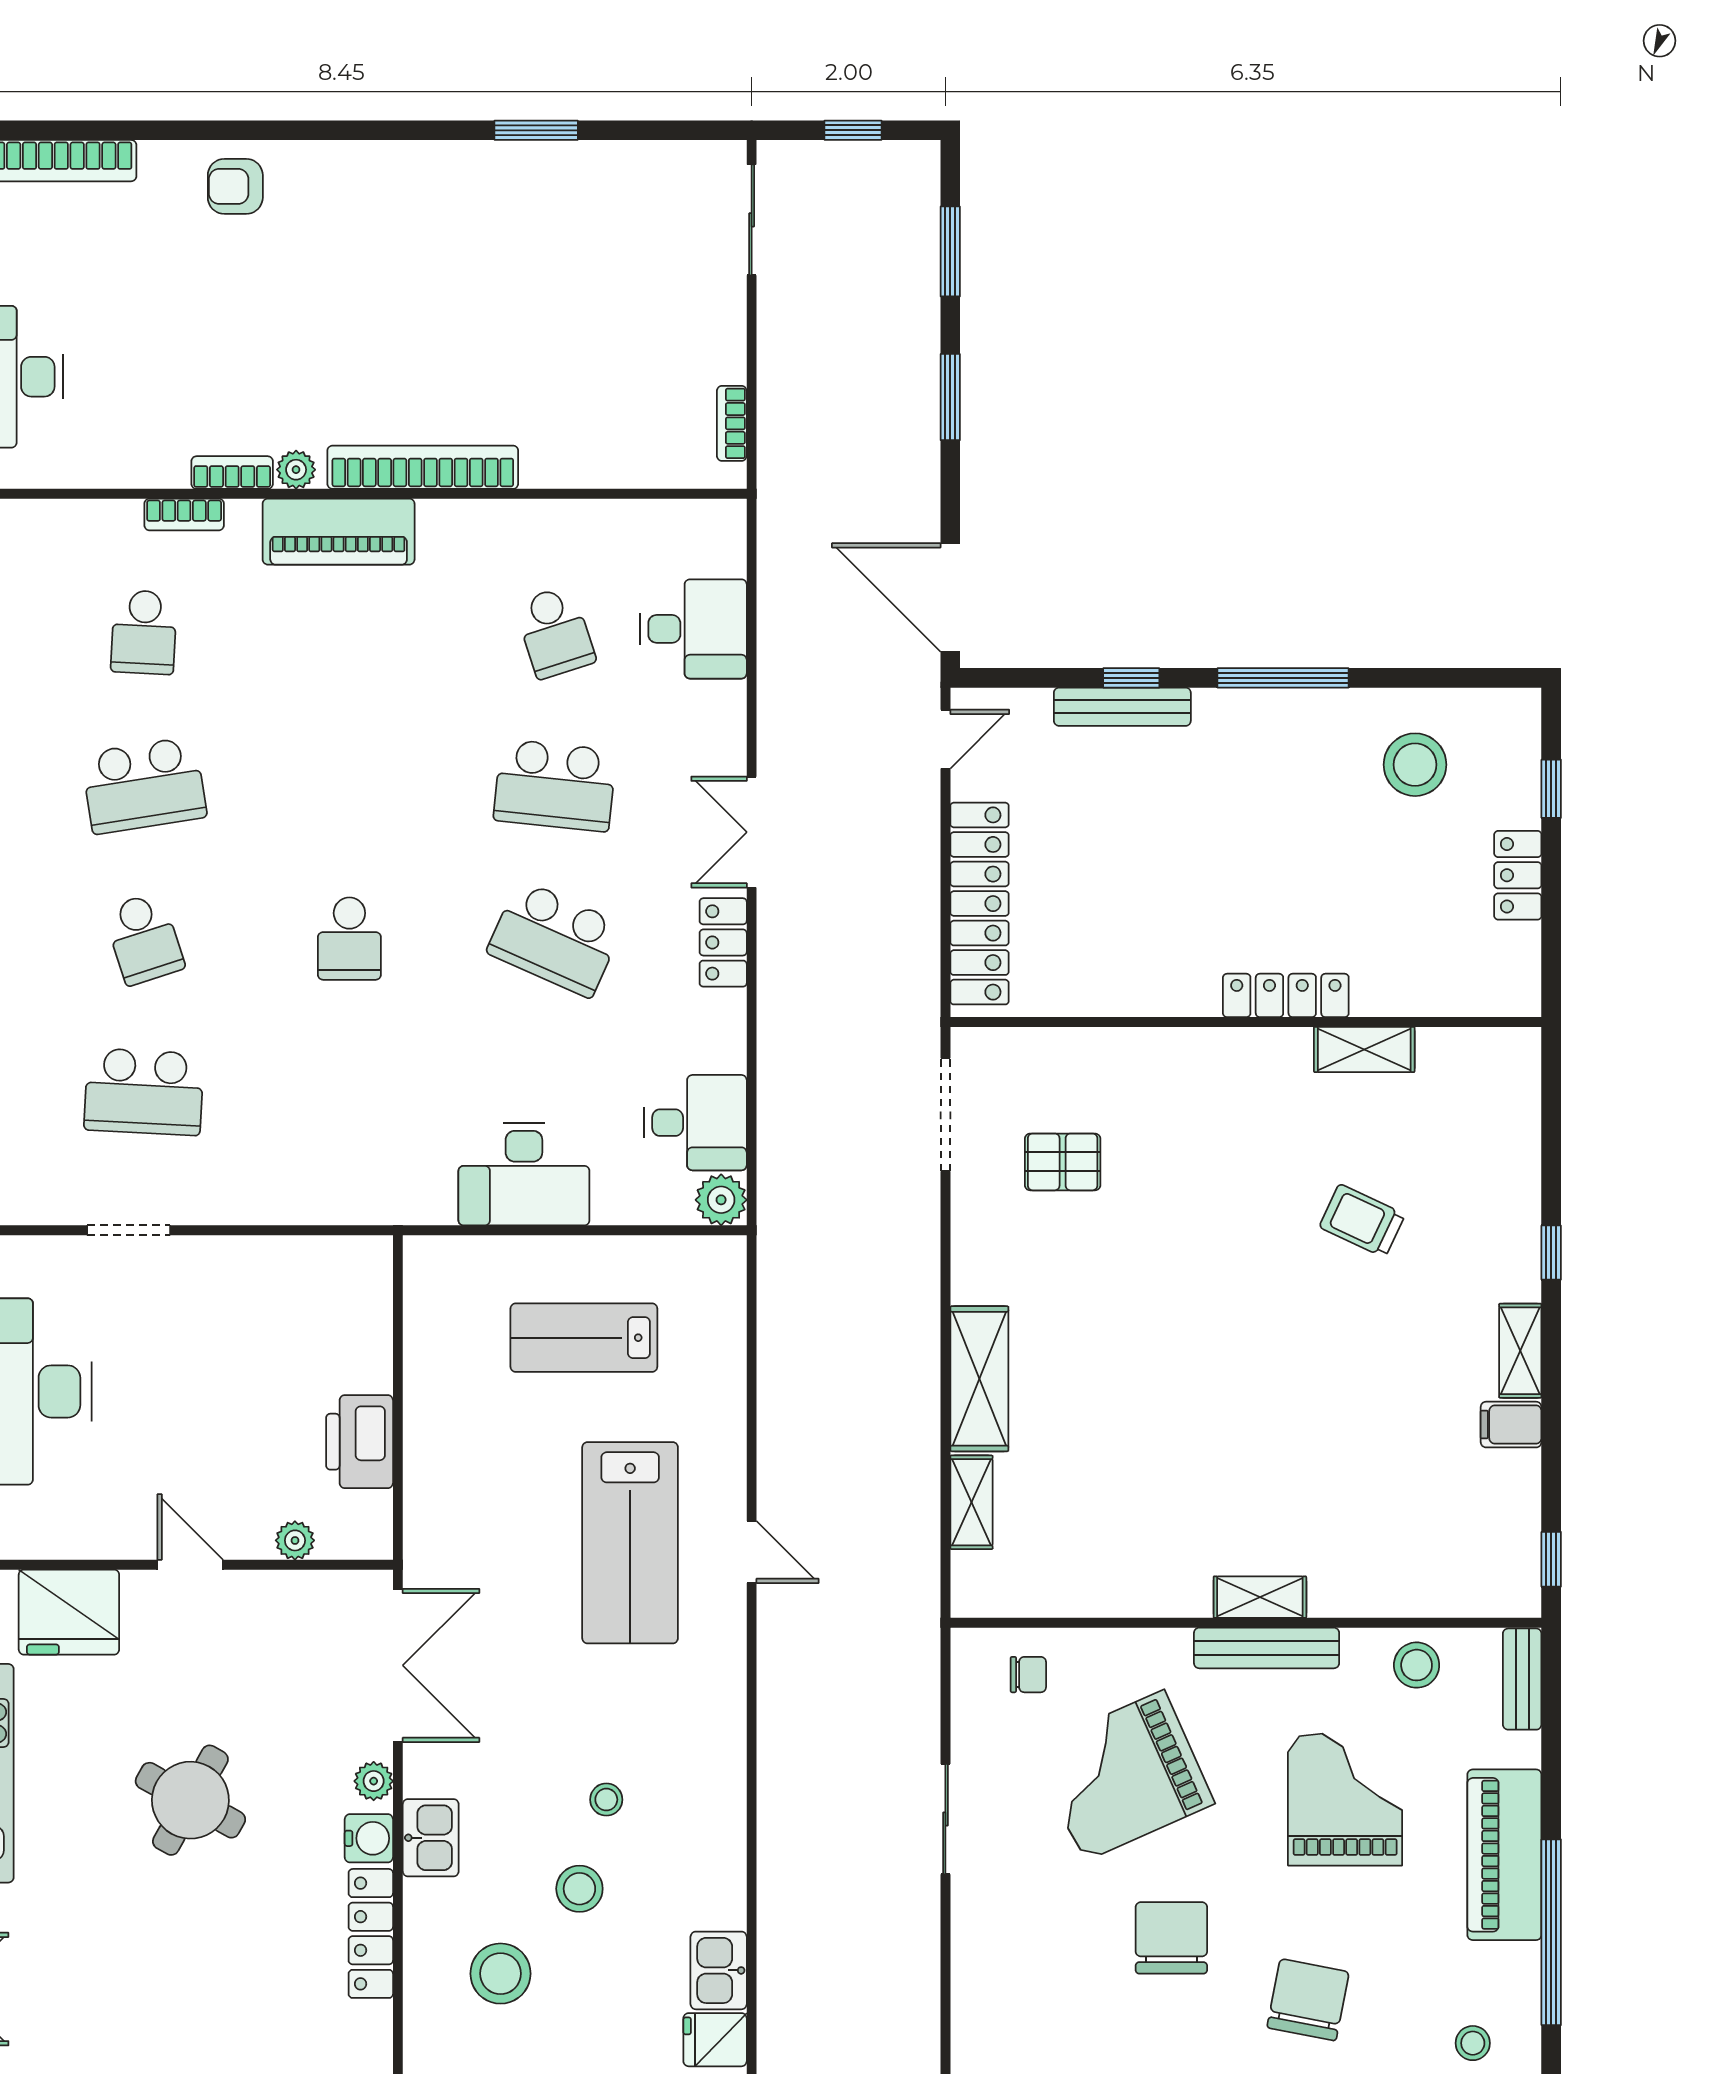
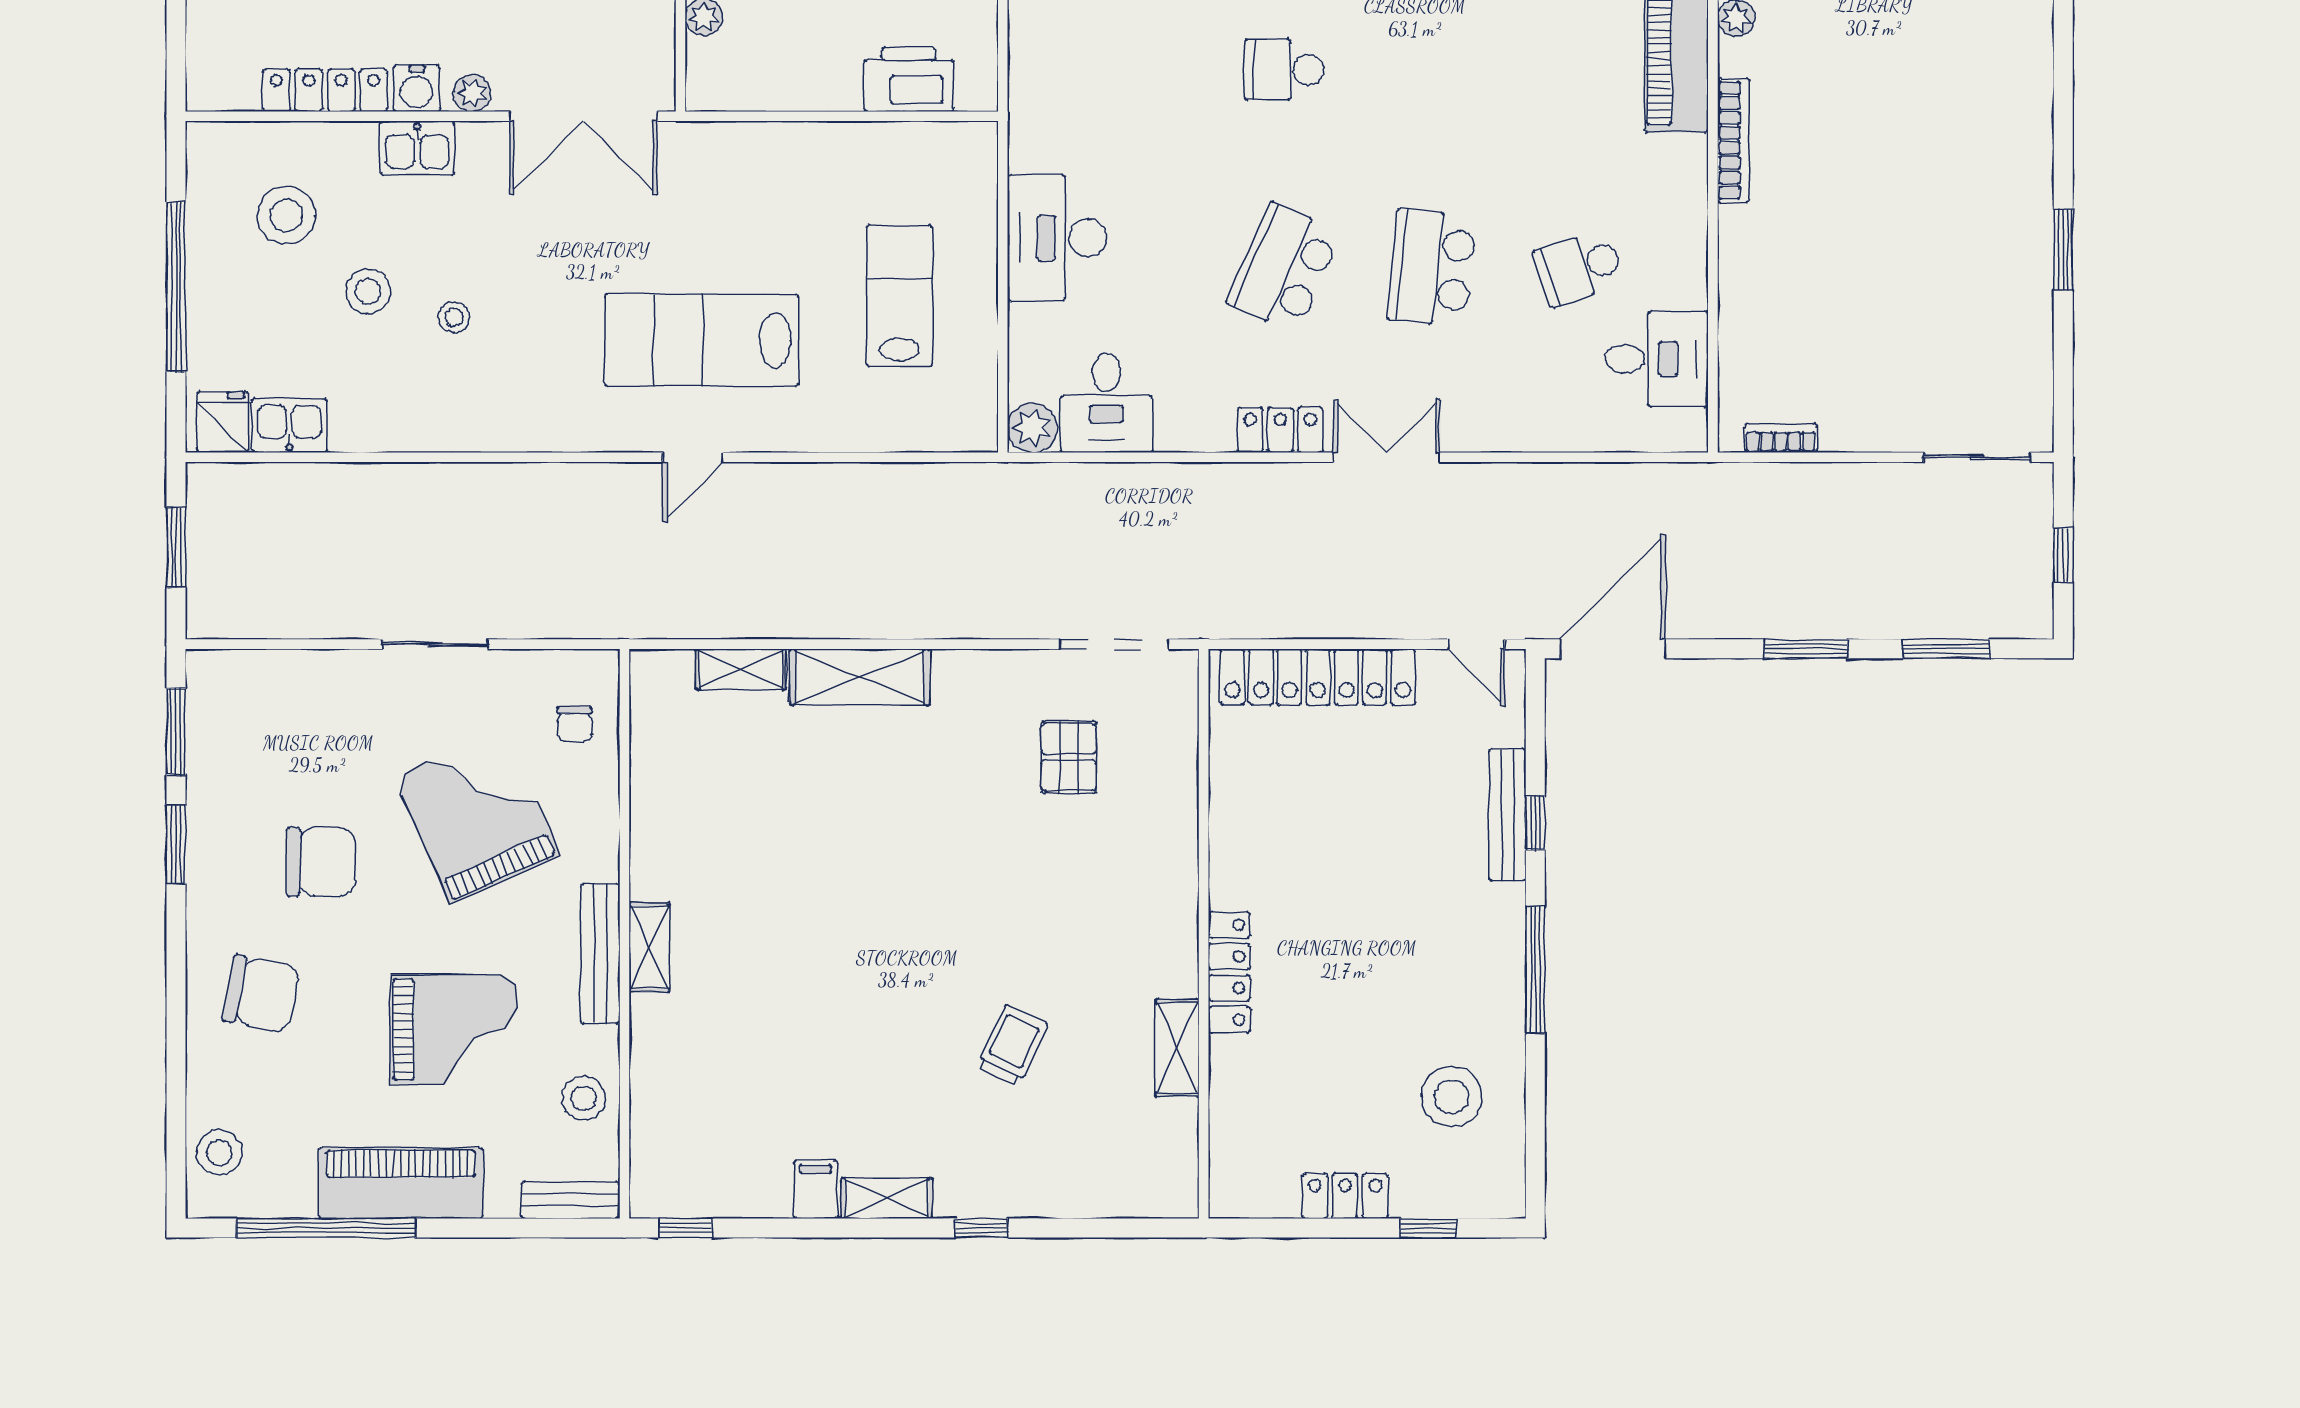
bookcase: (423, 467) -> (1733, 140), width x0.68, depth x0.76
desk: (693, 629) -> (1657, 359), moved, turned -90
printer: (360, 1442) -> (909, 79), moved
stool: (1473, 2043) -> (219, 1152), width x1.37, depth x1.37

